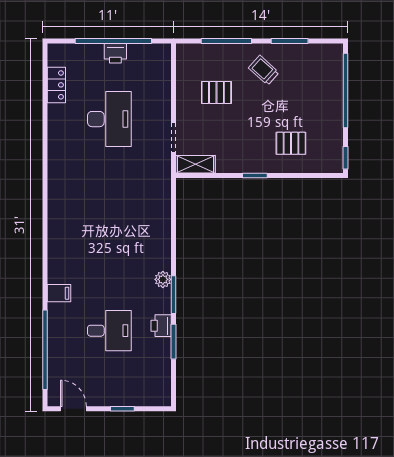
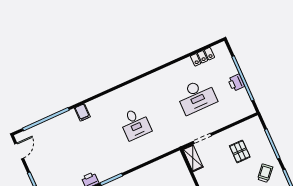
plant: (163, 279) -> (117, 169), removed
desk: (109, 331) -> (135, 124), moved

